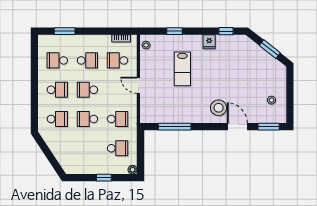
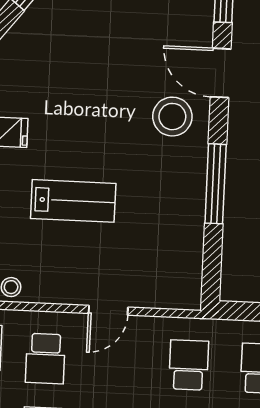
window: (175, 127) -> (216, 184), moved
door: (237, 127) -> (221, 73), hinge flipped

